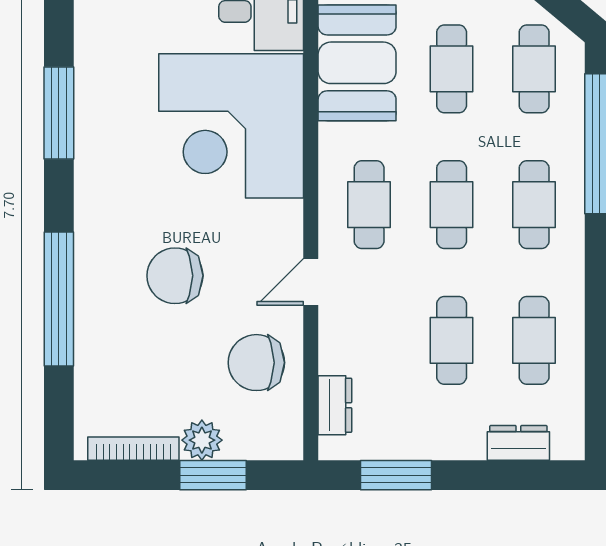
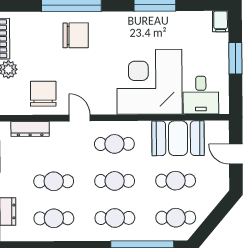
chair: (175, 276) -> (76, 35), moved, turned 90
dresser: (335, 405) -> (30, 129), width x1.44

